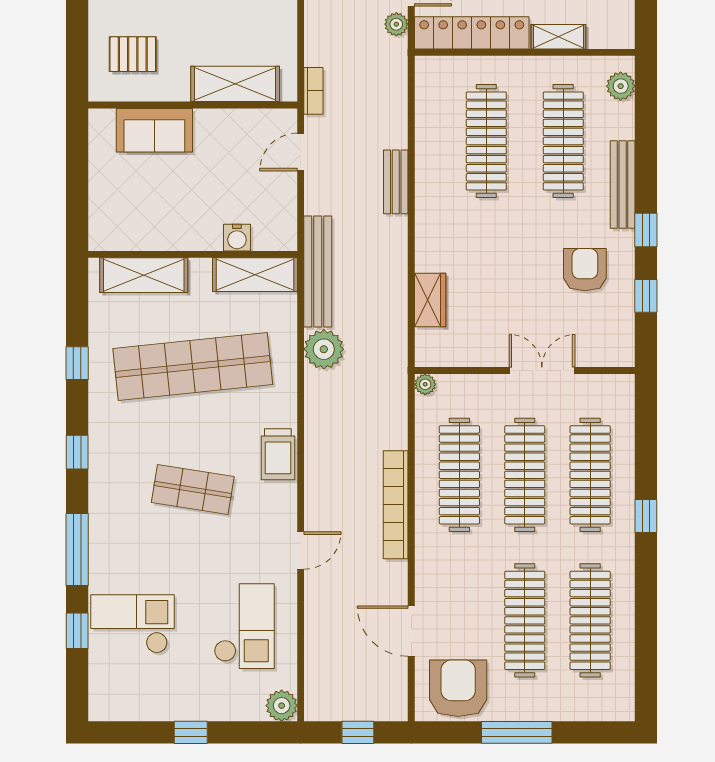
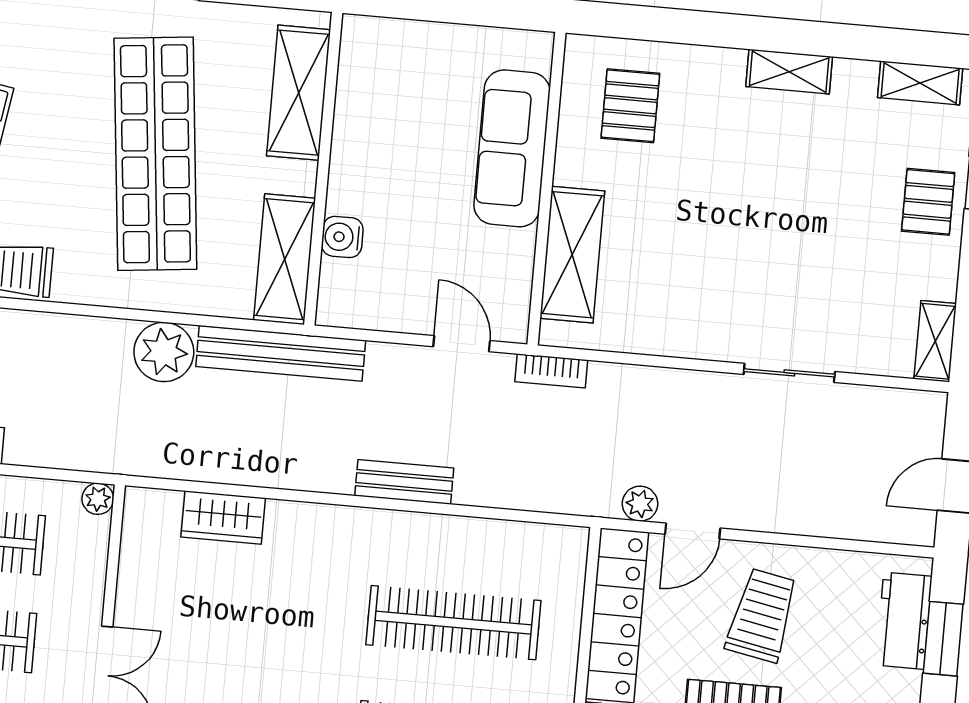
sofa: (154, 130) -> (512, 148), width x1.36

